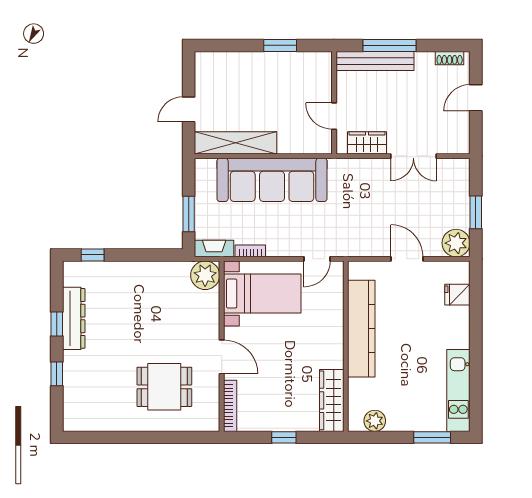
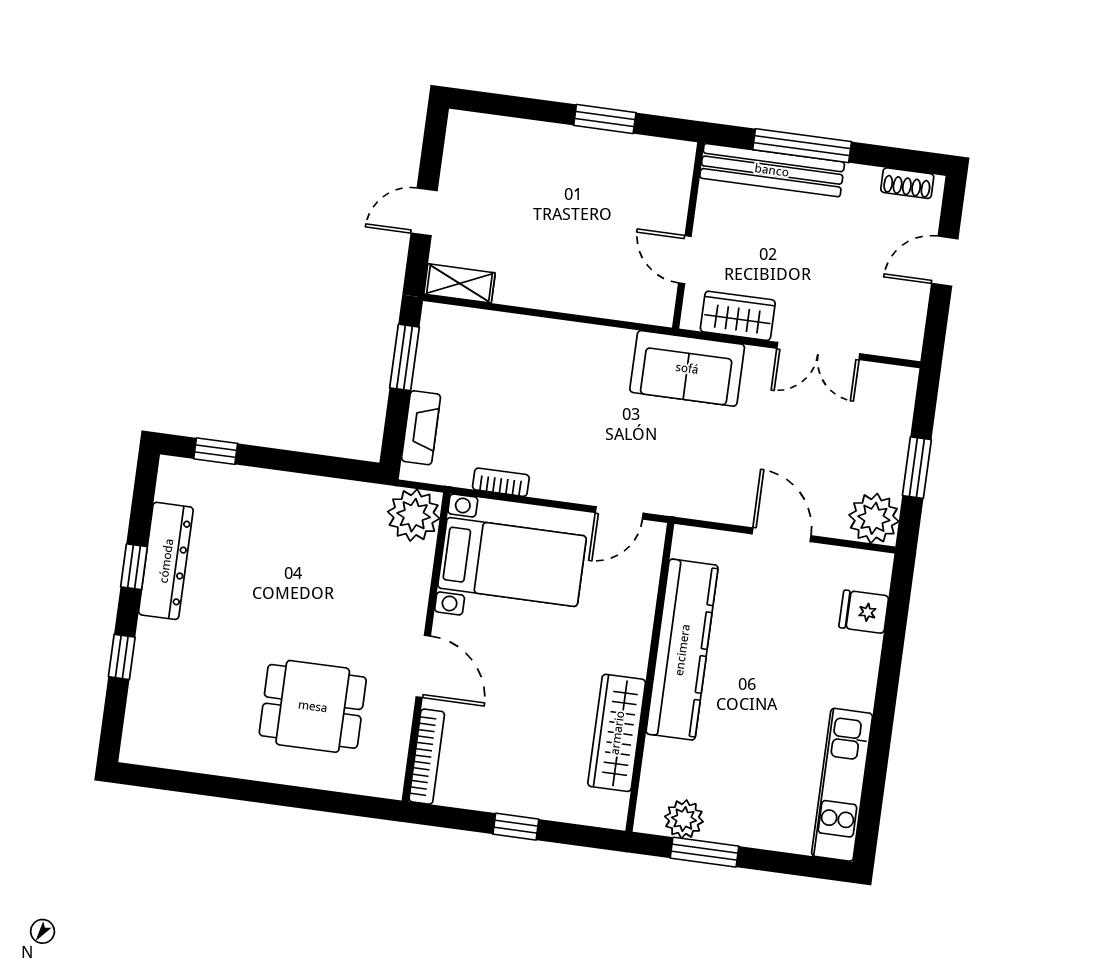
shelving: (236, 143) -> (460, 283), width x0.45, depth x0.75
sofa: (272, 180) -> (687, 368), moved, width x0.54, depth x0.79
window: (189, 214) -> (404, 357), moved
fireplace: (214, 249) -> (421, 428), moved, turned 90
wardrobe: (332, 400) -> (617, 733), moved
window: (432, 437) -> (705, 852), moved

